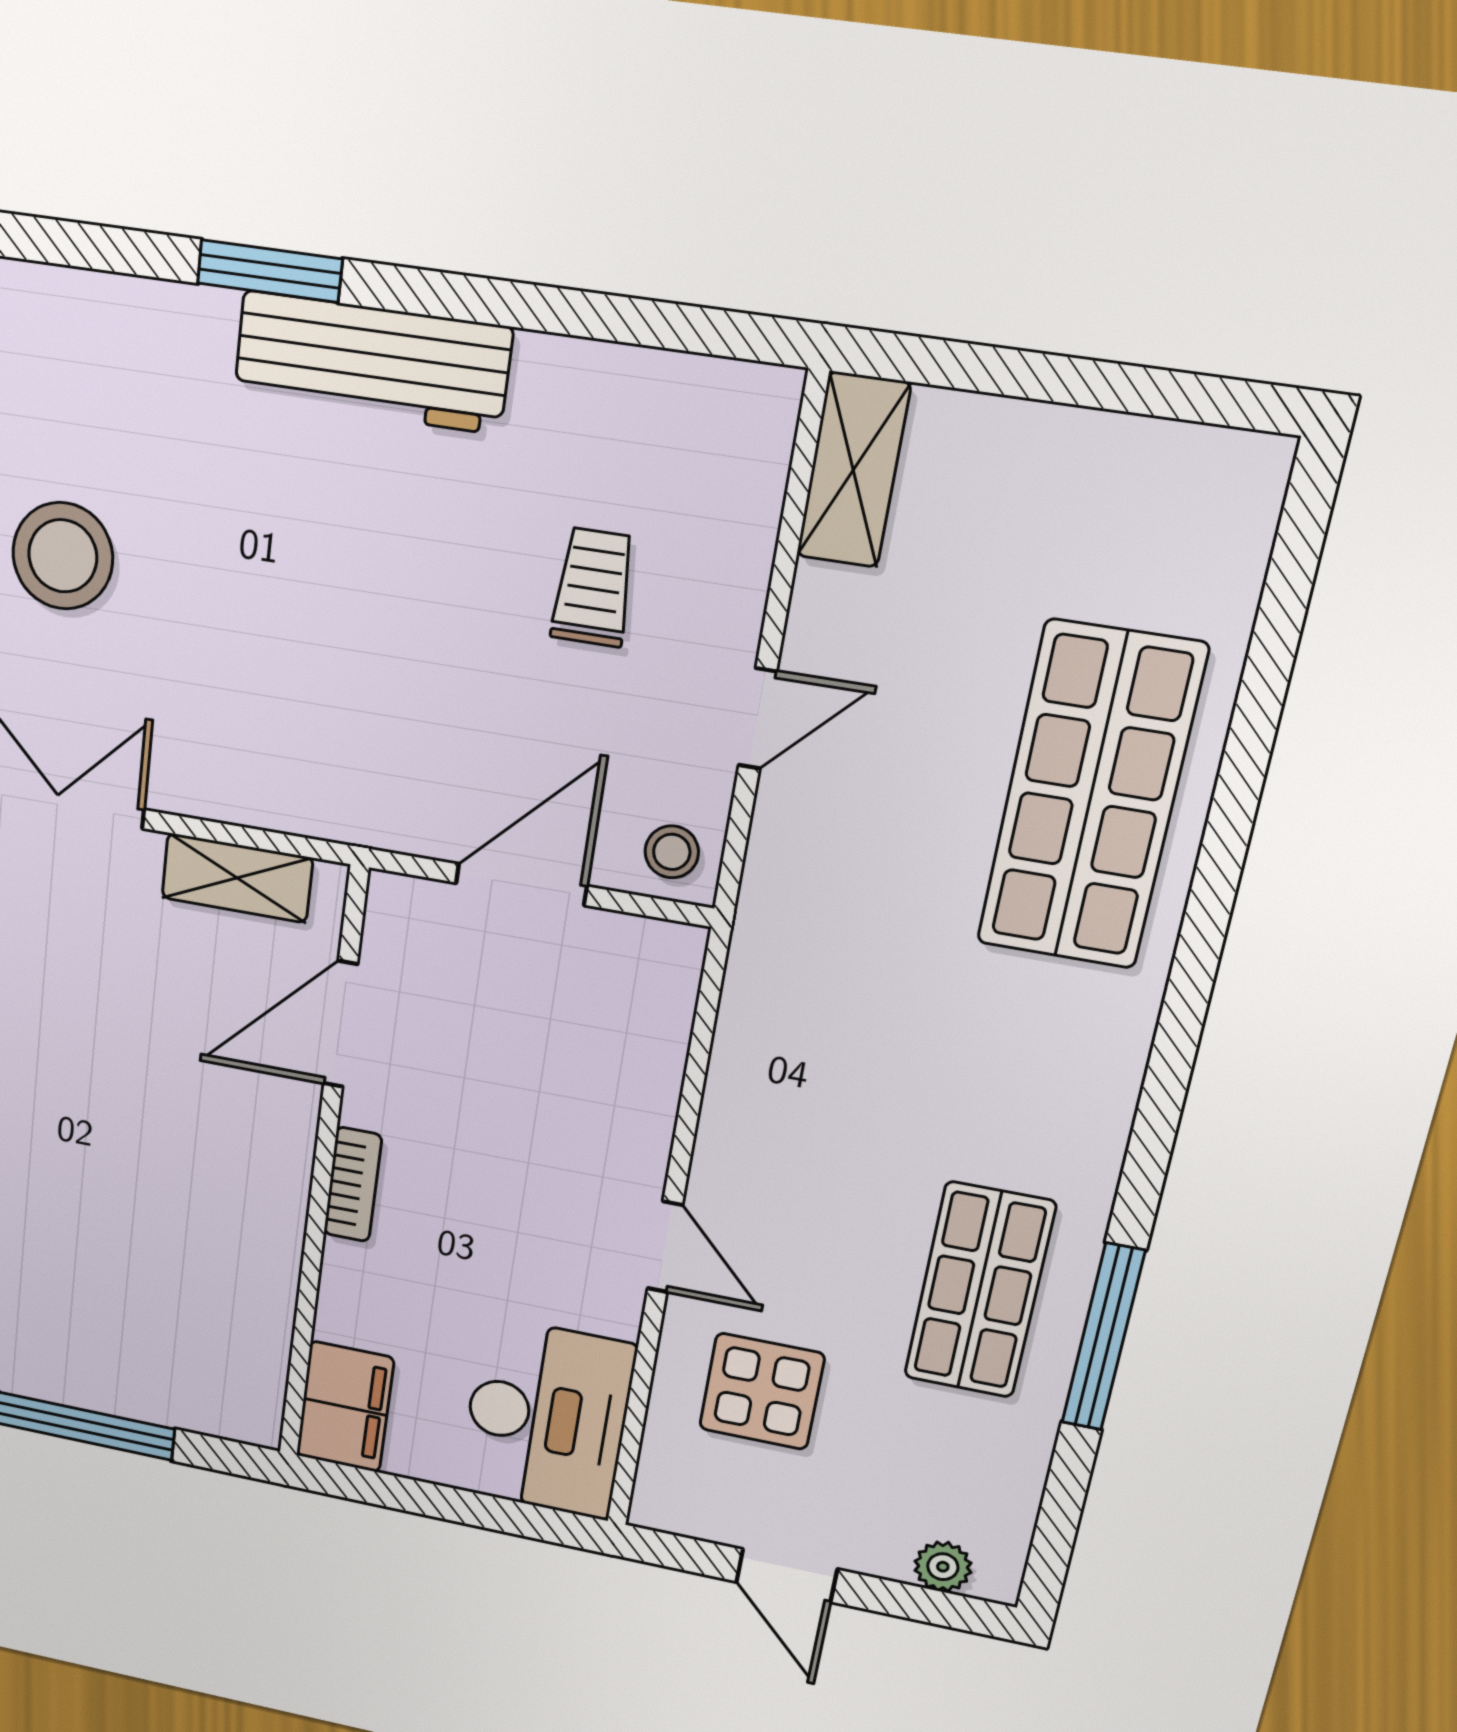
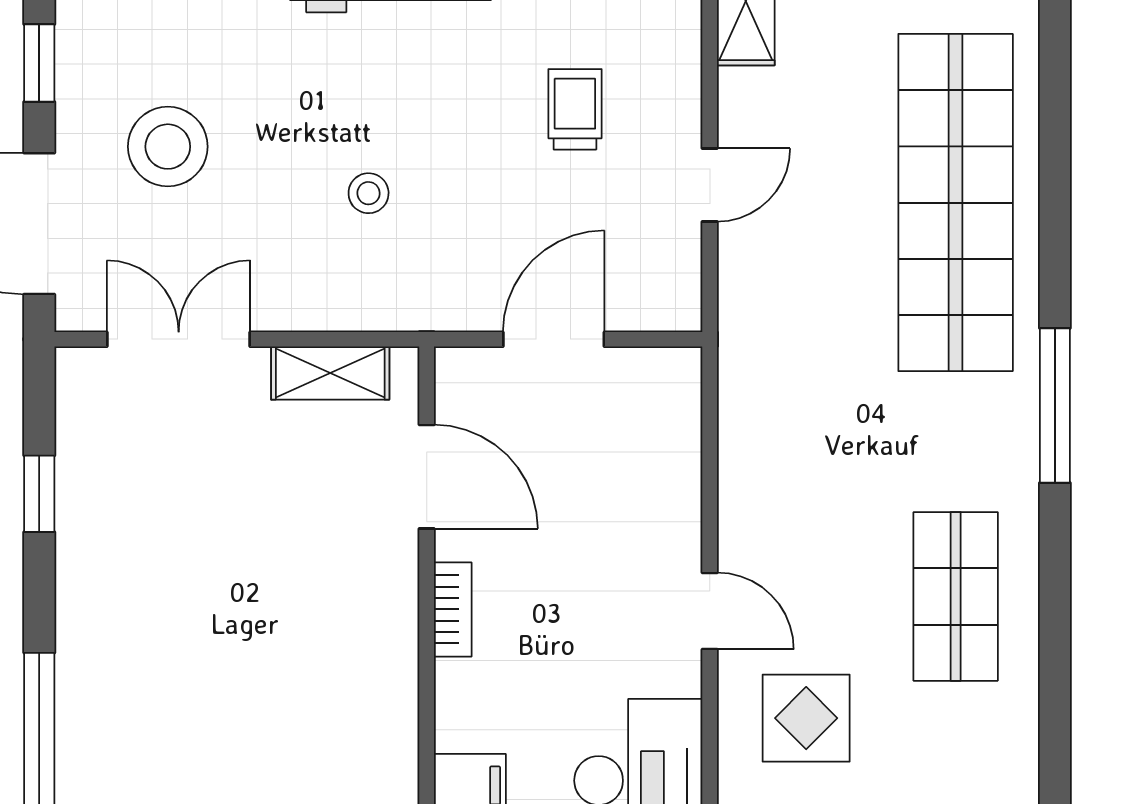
shop shelf: (1091, 796) -> (956, 203), width x1.40
stool: (672, 852) -> (369, 193), moved
door: (340, 1024) -> (427, 477), swing flipped
window: (1103, 1337) -> (1055, 405), moved

